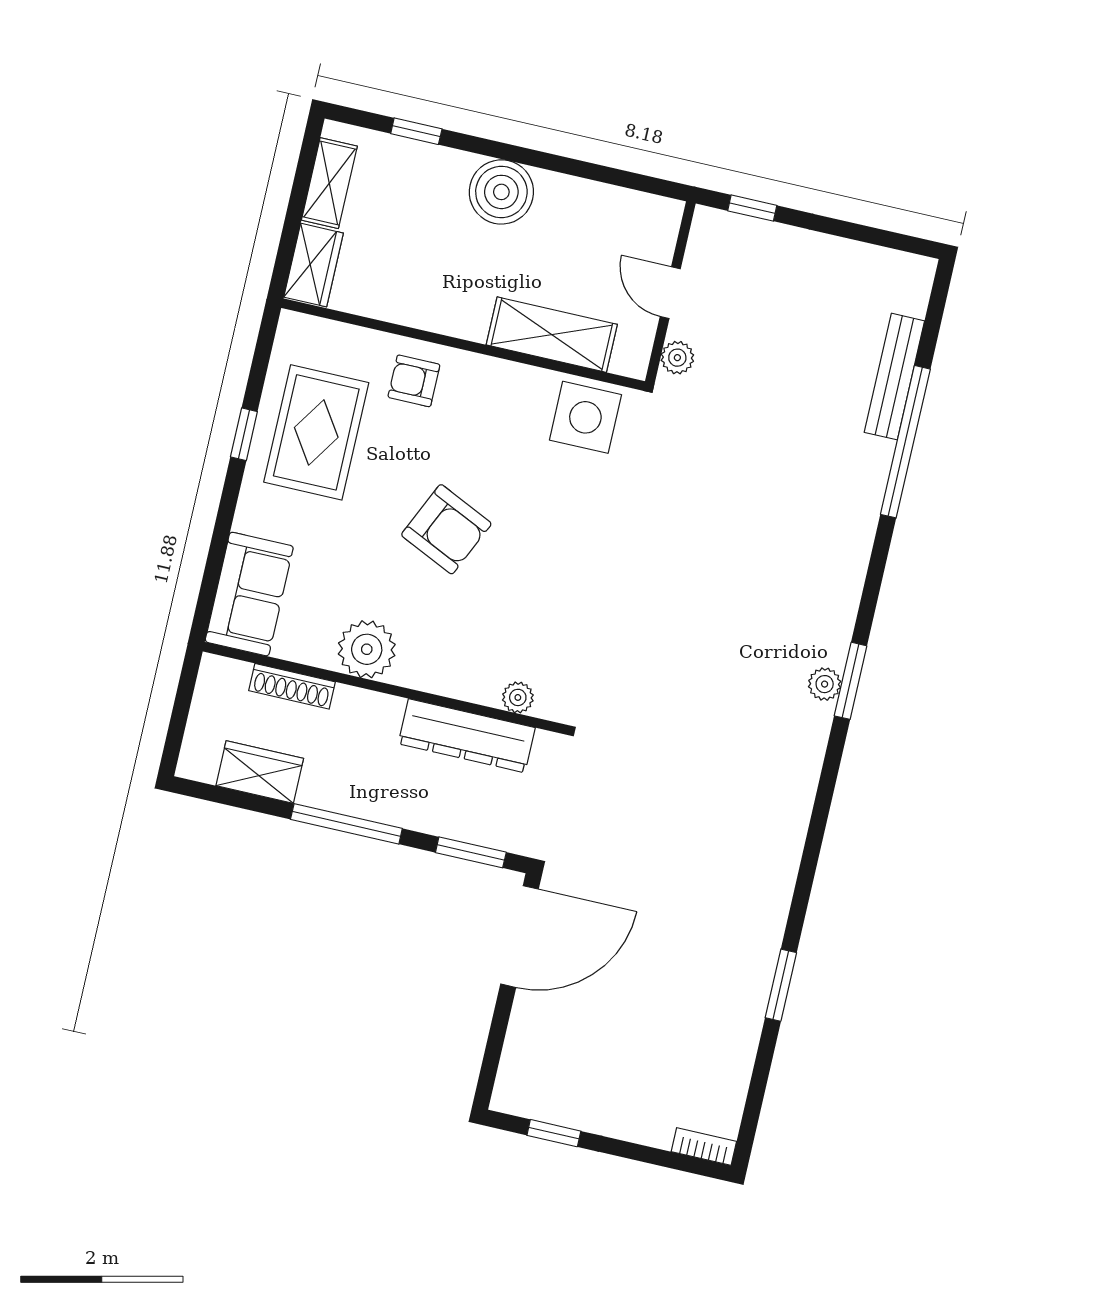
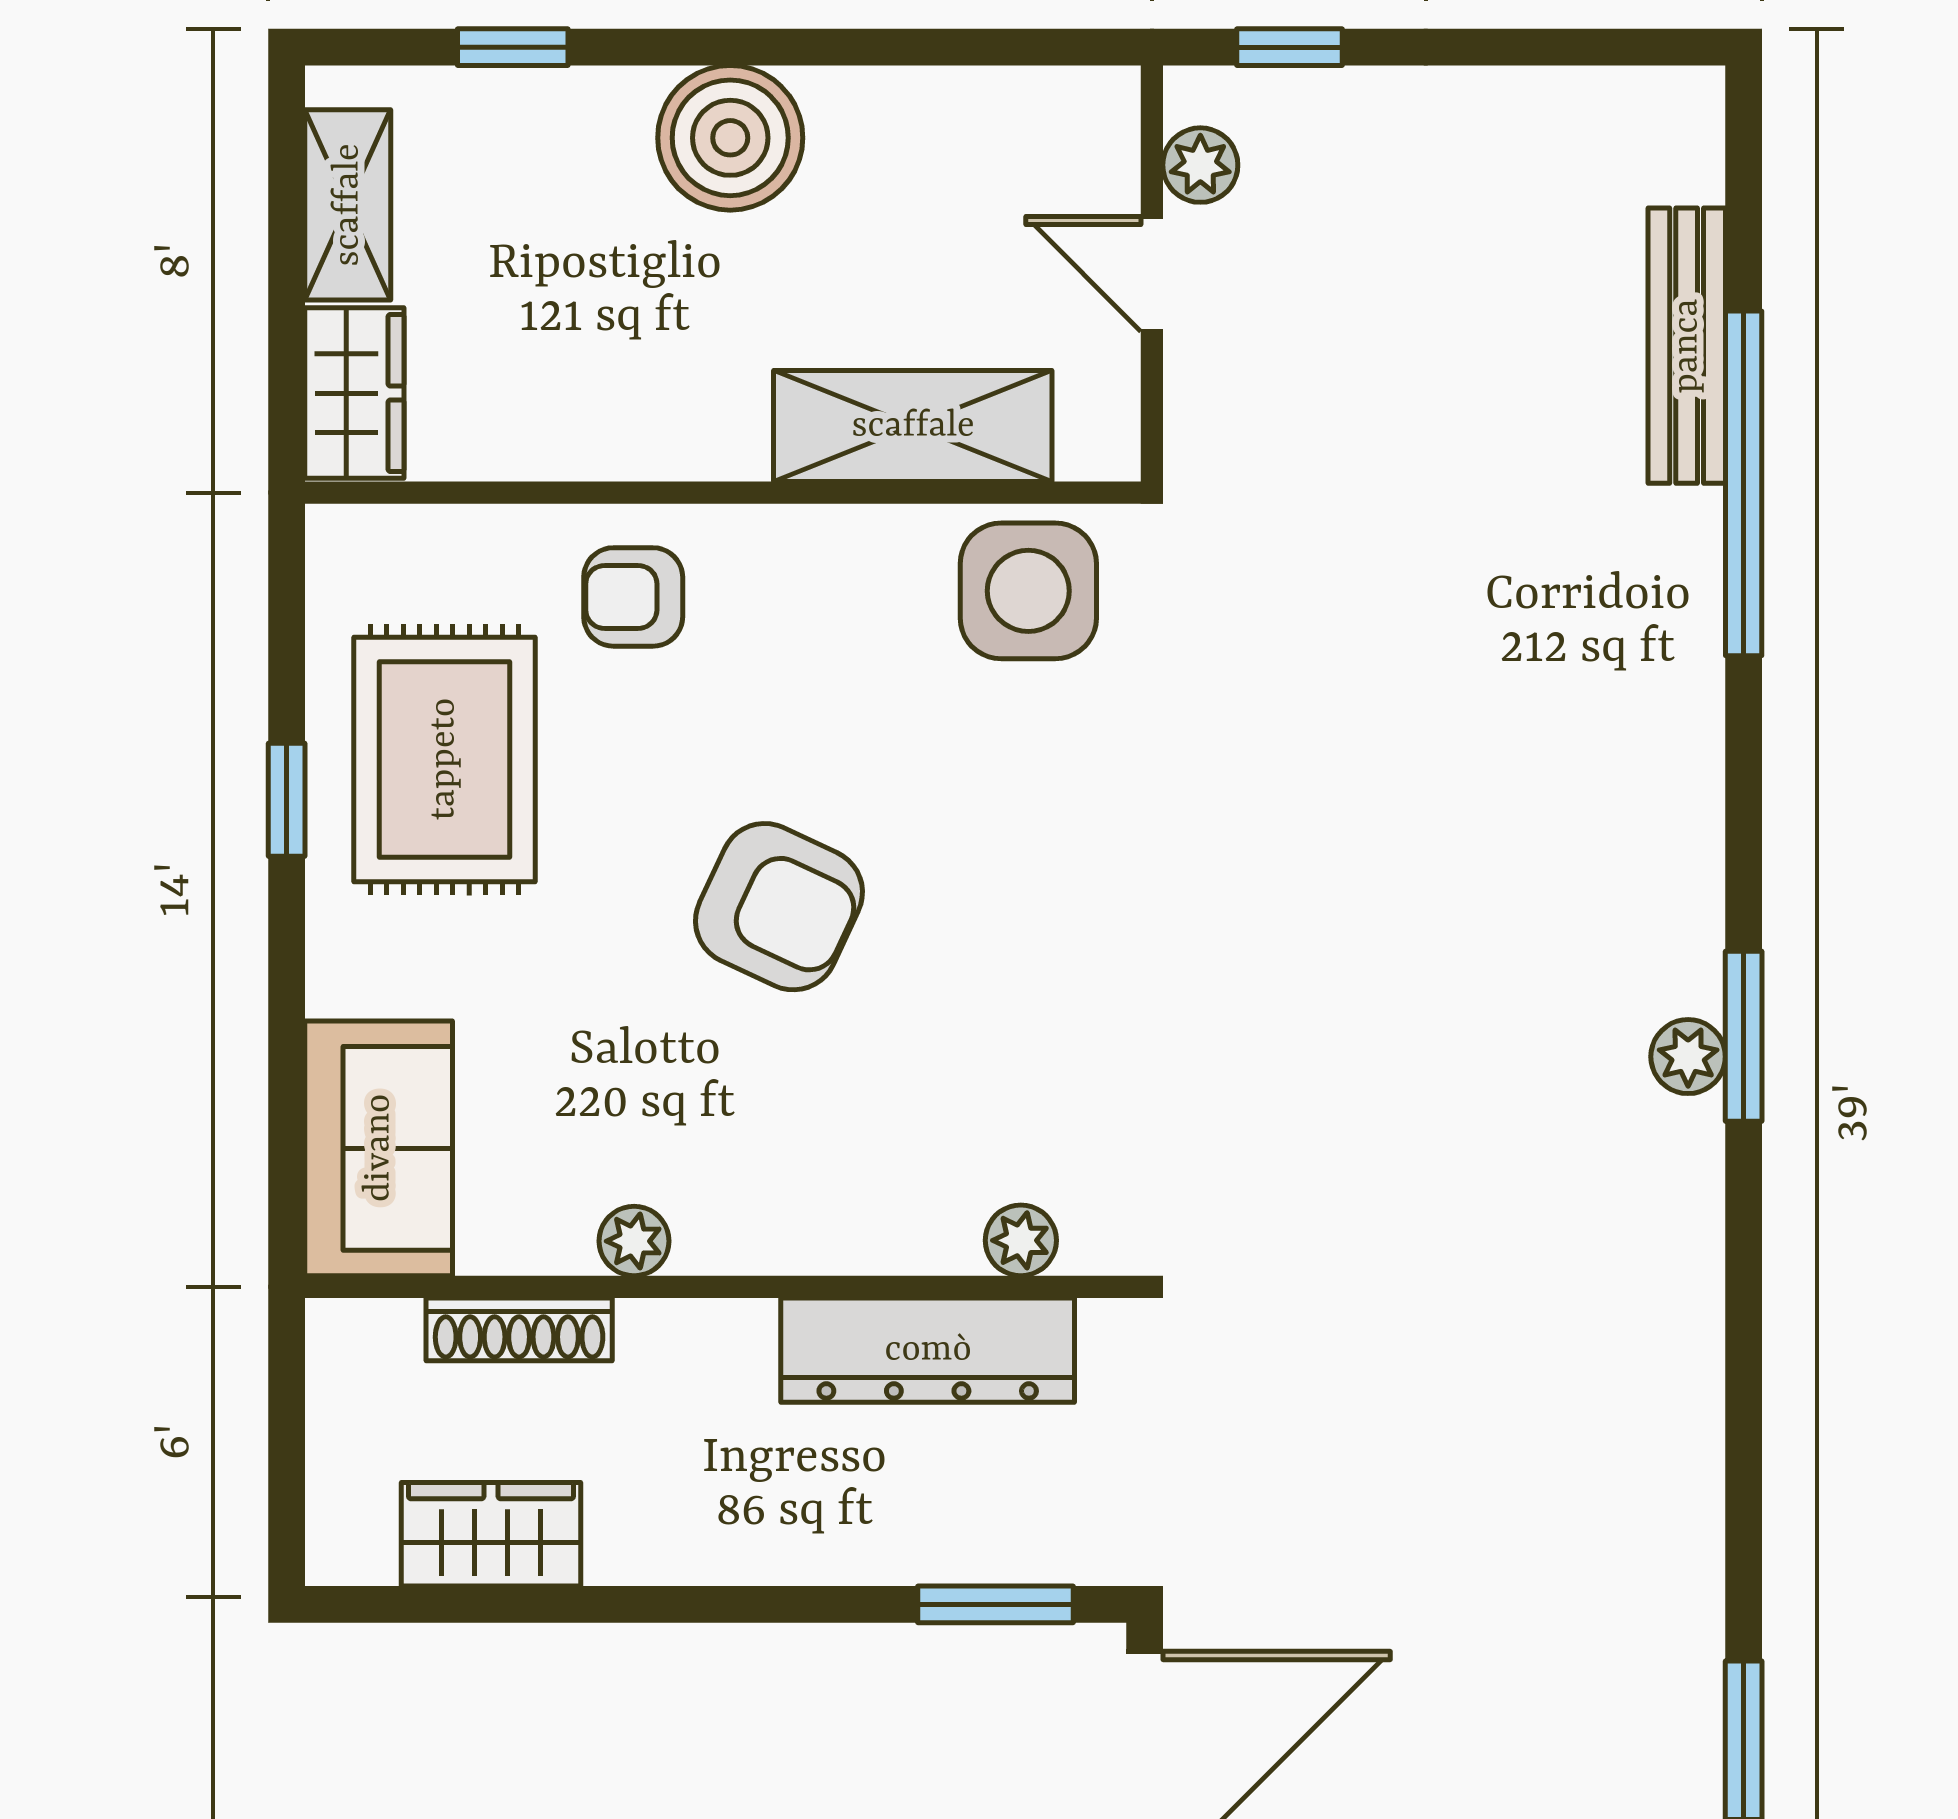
plant: (677, 358) -> (1200, 165), moved
plant: (367, 649) -> (634, 1241), width x0.53, depth x0.53
window: (346, 824) -> (708, 1604), removed

